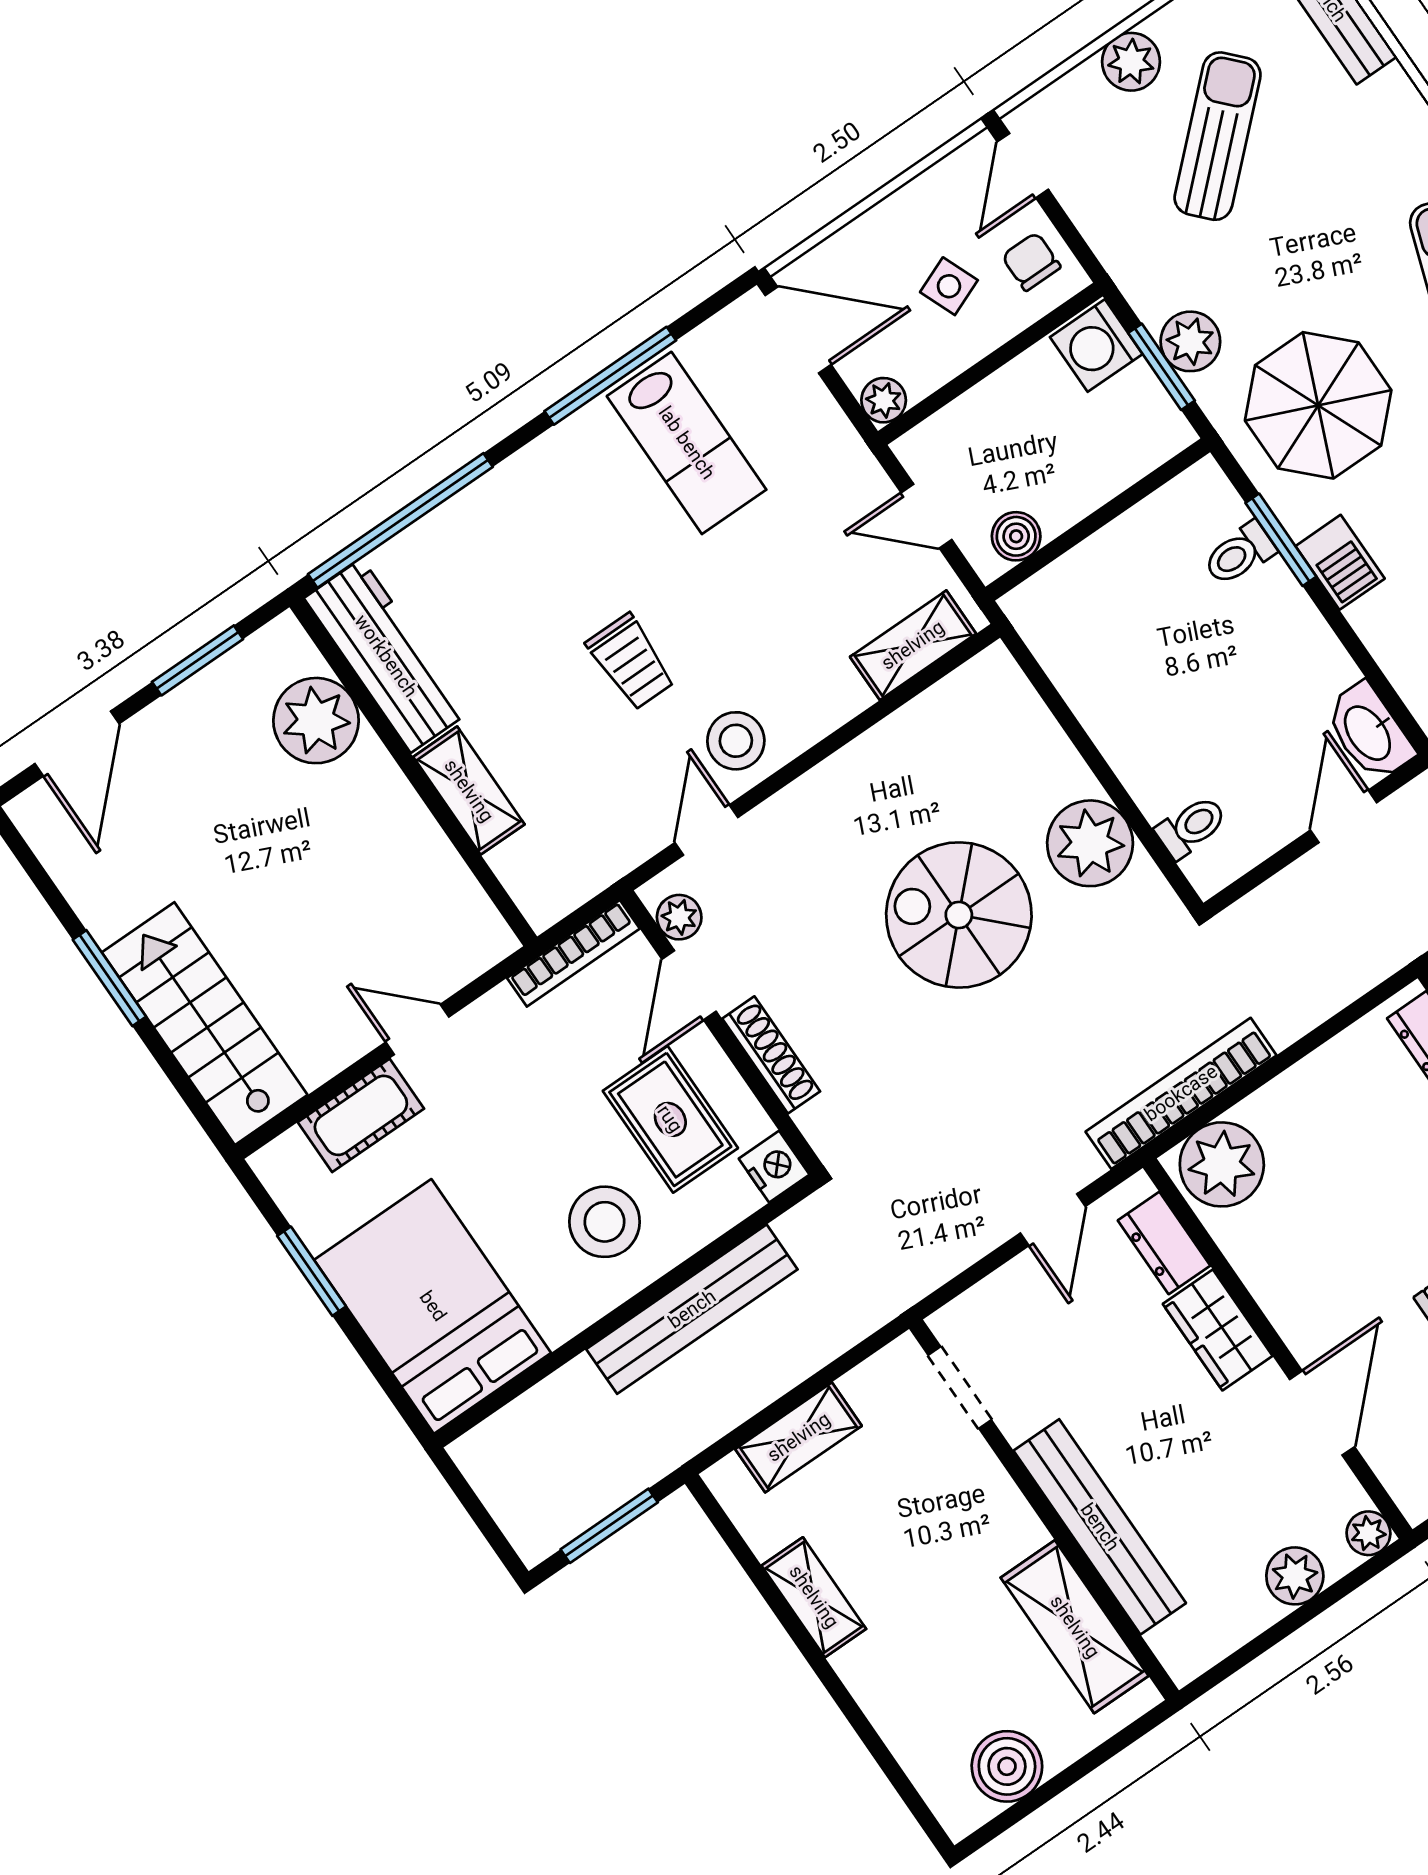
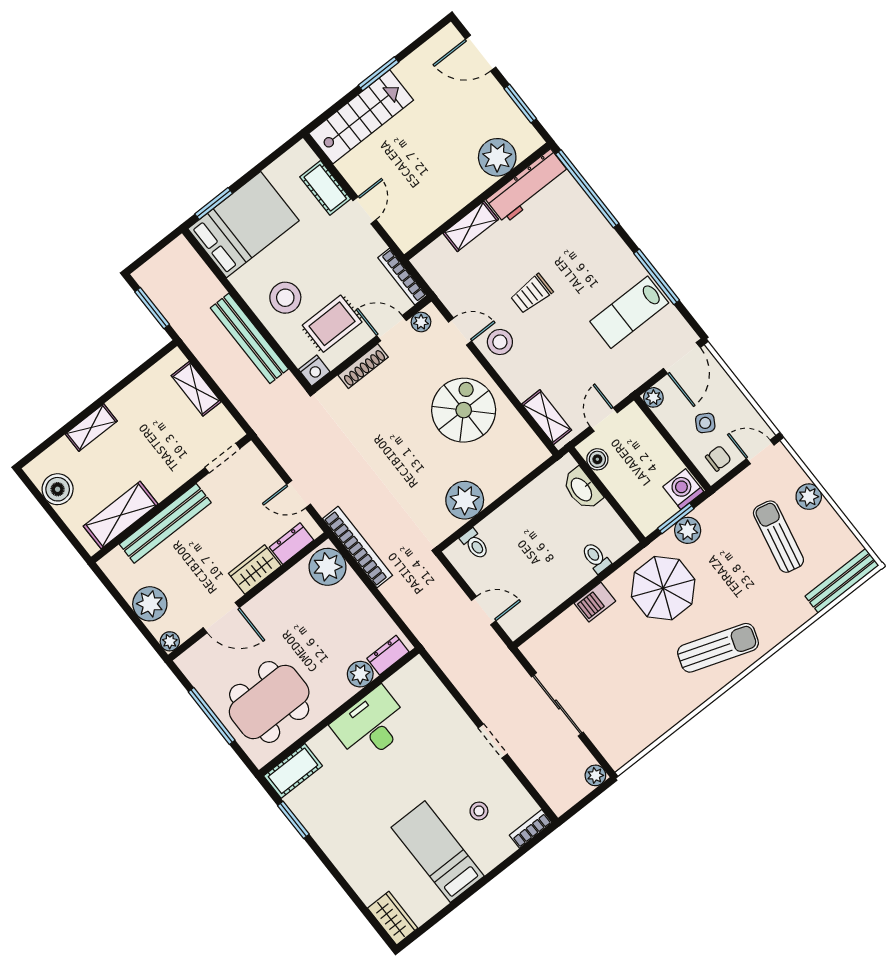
sun lounger: (1218, 136) -> (778, 537), turned -125
side table: (949, 286) -> (705, 423), turned -38
window: (1281, 540) -> (603, 575), removed
washbasin: (1369, 732) -> (582, 489), moved, turned -90
spiral stairs: (959, 915) -> (464, 410), moved
window: (312, 1271) -> (214, 204), moved
plant: (1295, 1576) -> (150, 604), width x1.36, depth x1.36
shelving: (814, 1597) -> (91, 428), moved

